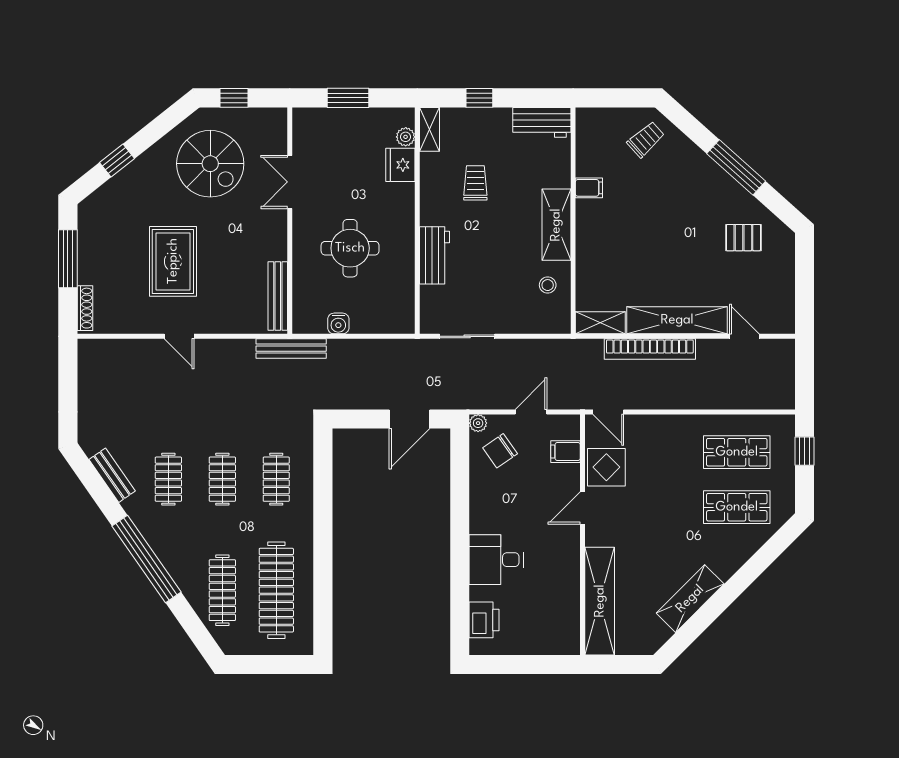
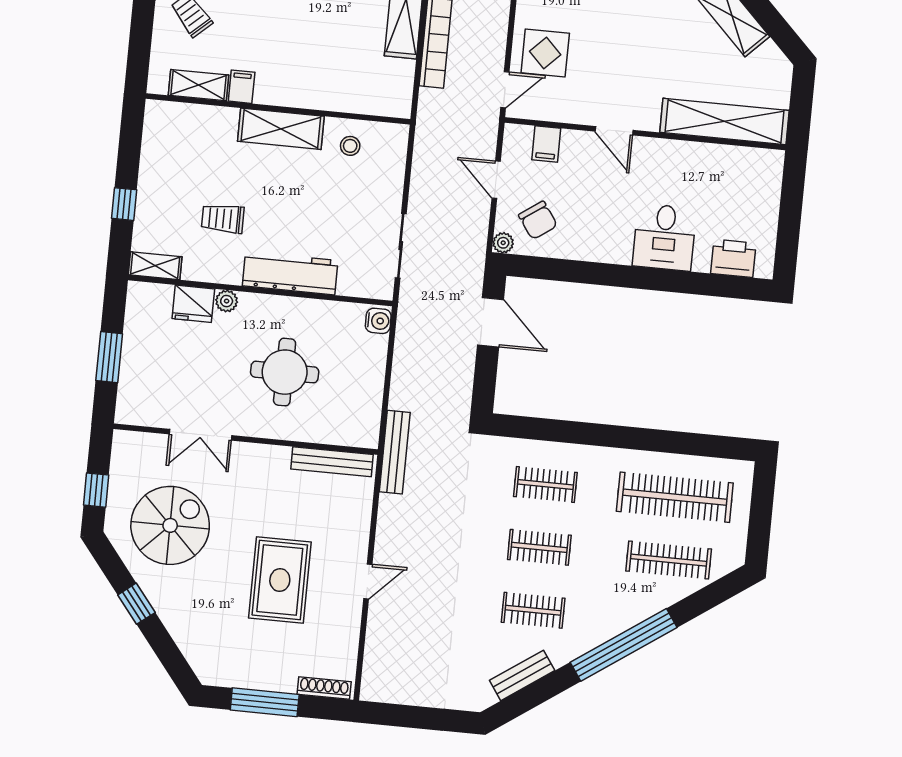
workbench: (542, 122) -> (160, 134), removed
plant: (406, 137) -> (227, 301), moved
window: (117, 160) -> (136, 604), moved
workbench: (435, 255) -> (290, 273), width x1.38
rug: (173, 261) -> (280, 580), turned 90
water cooler: (338, 323) -> (378, 321), moved
shelving: (600, 323) -> (198, 85), moved, turned 90
display table: (606, 467) -> (545, 53), moved

